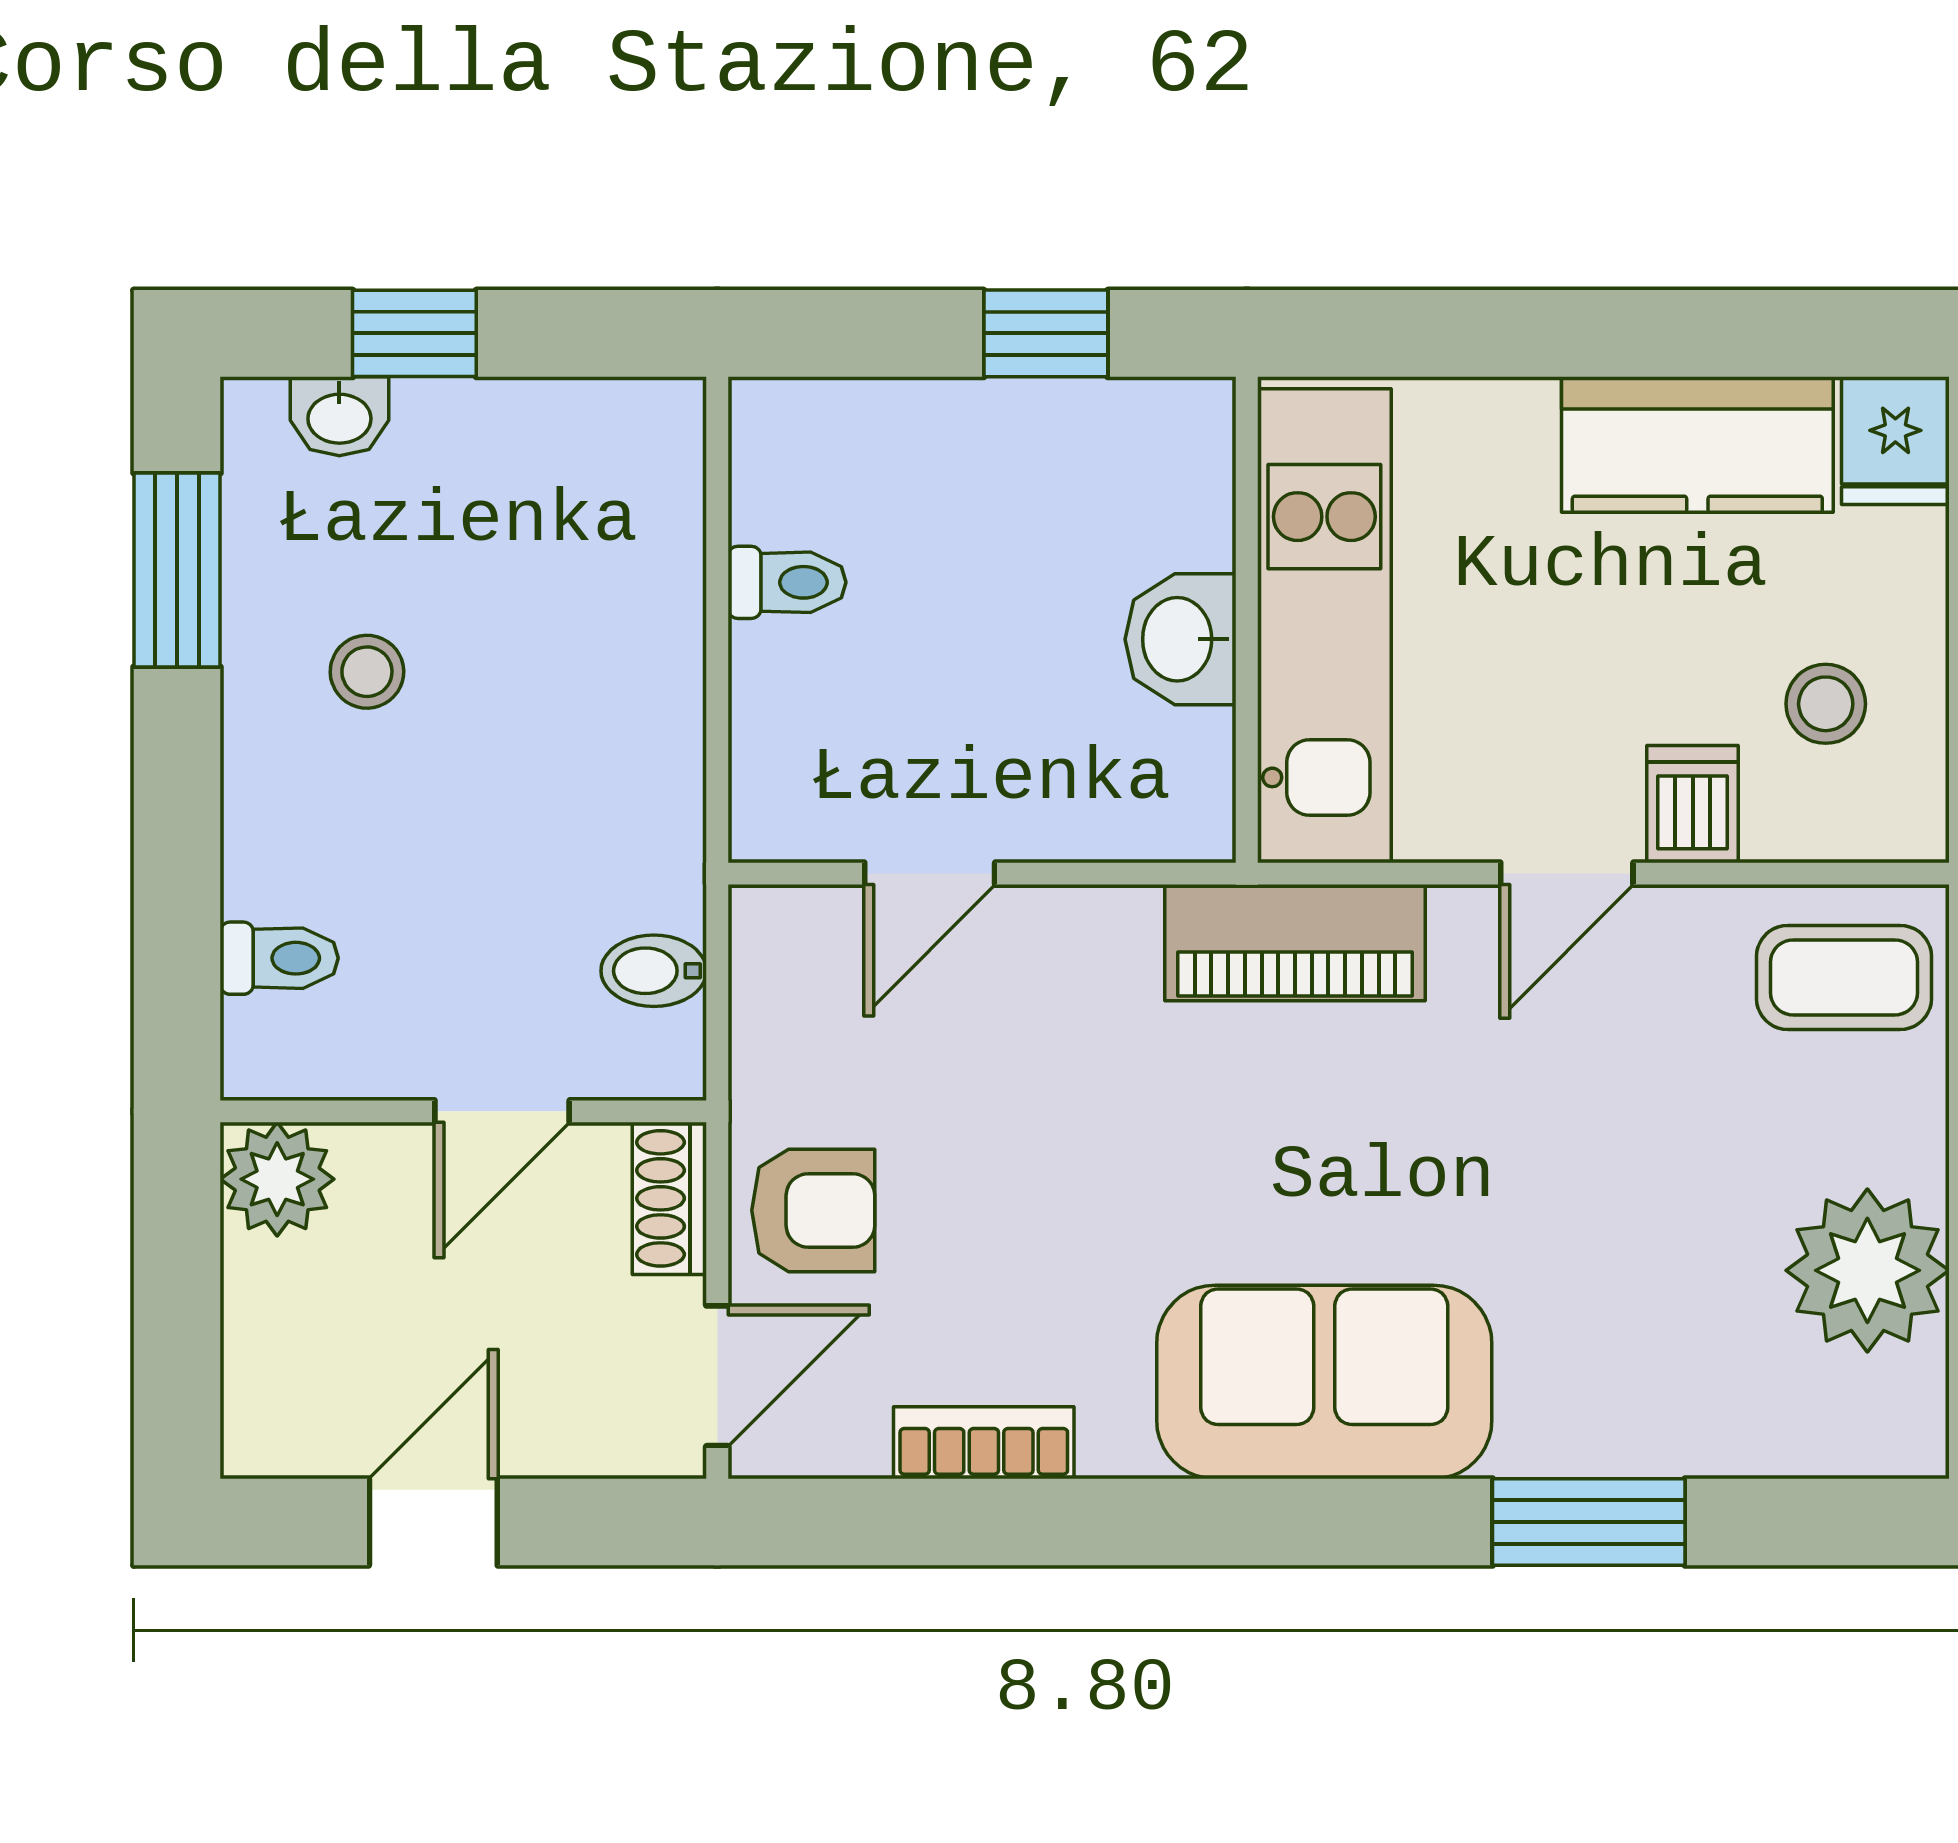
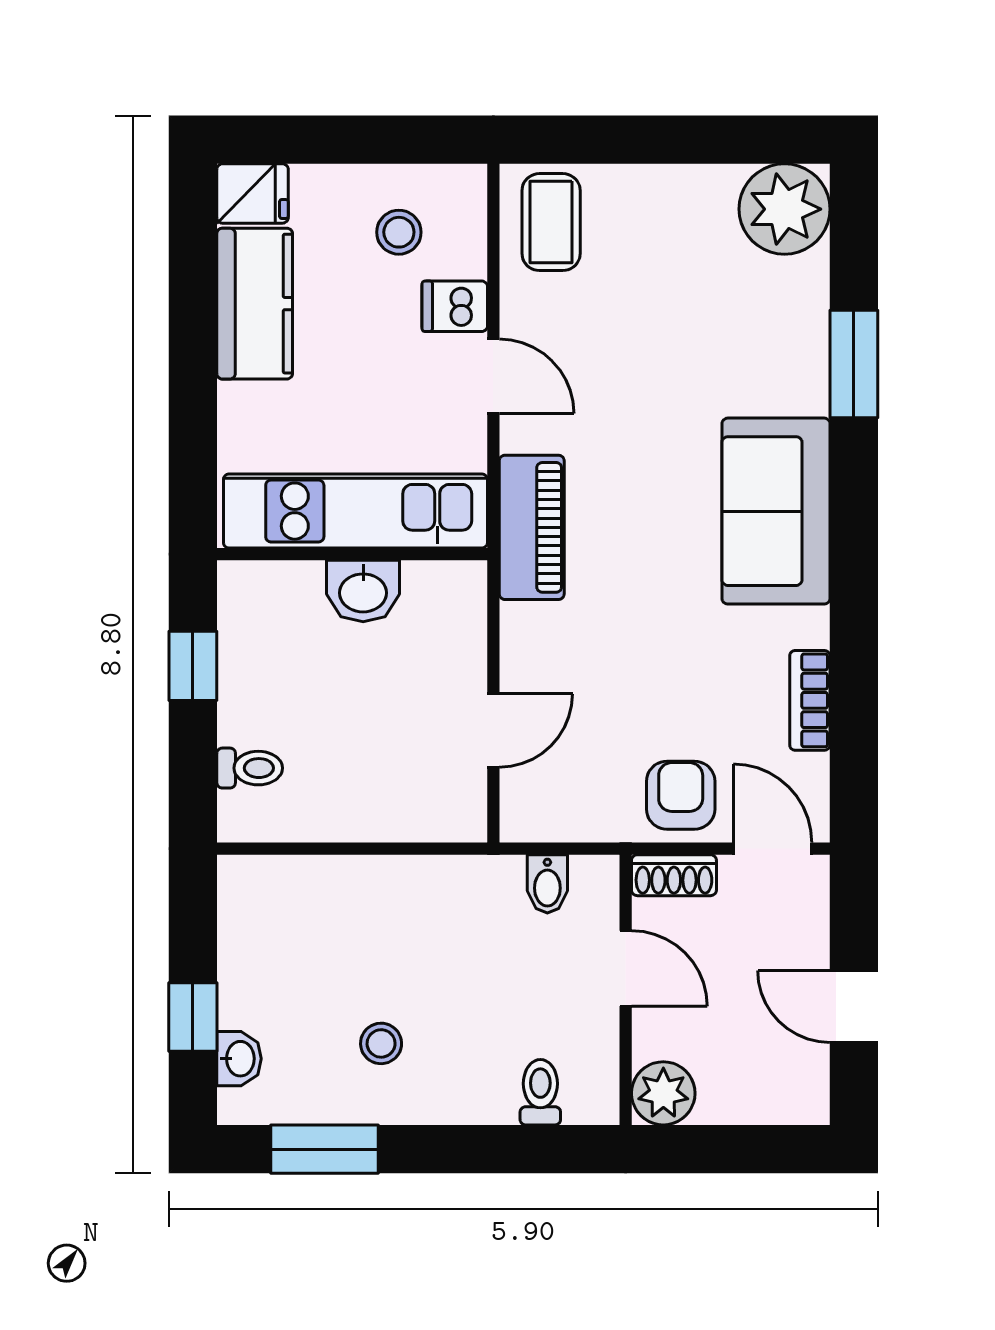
toilet: (787, 582) -> (250, 768), moved, turned 90
door: (930, 874) -> (493, 730), hinge flipped
plant: (1867, 1270) -> (784, 209), moved

